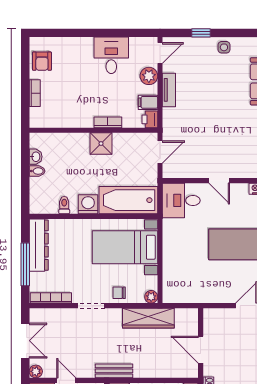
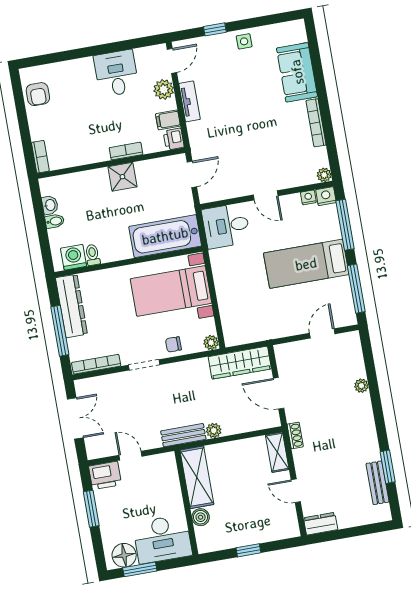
bookcase: (35, 93) -> (40, 157), moved
washing machine: (88, 204) -> (74, 257), moved
wardrobe: (148, 318) -> (240, 363), moved
plant: (36, 371) -> (214, 430), moved

